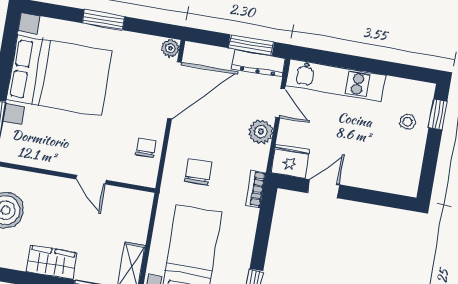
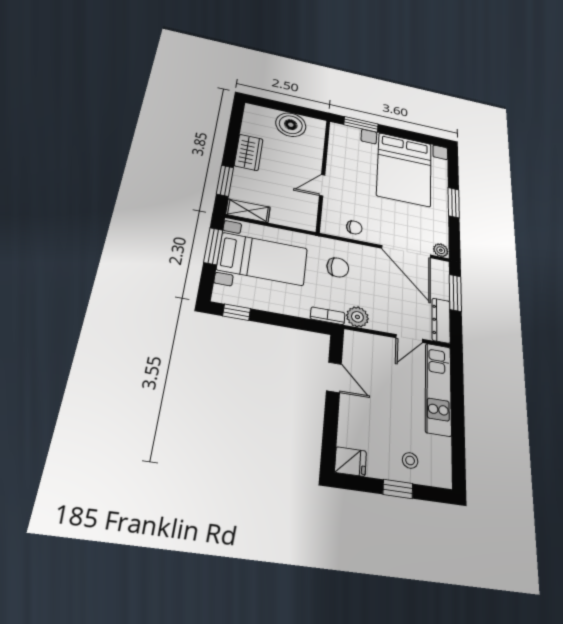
window: (251, 45) -> (455, 293), moved
window: (438, 114) -> (398, 489), moved
plant: (261, 132) -> (357, 317), moved
fridge: (290, 161) -> (350, 462), moved, width x0.72

